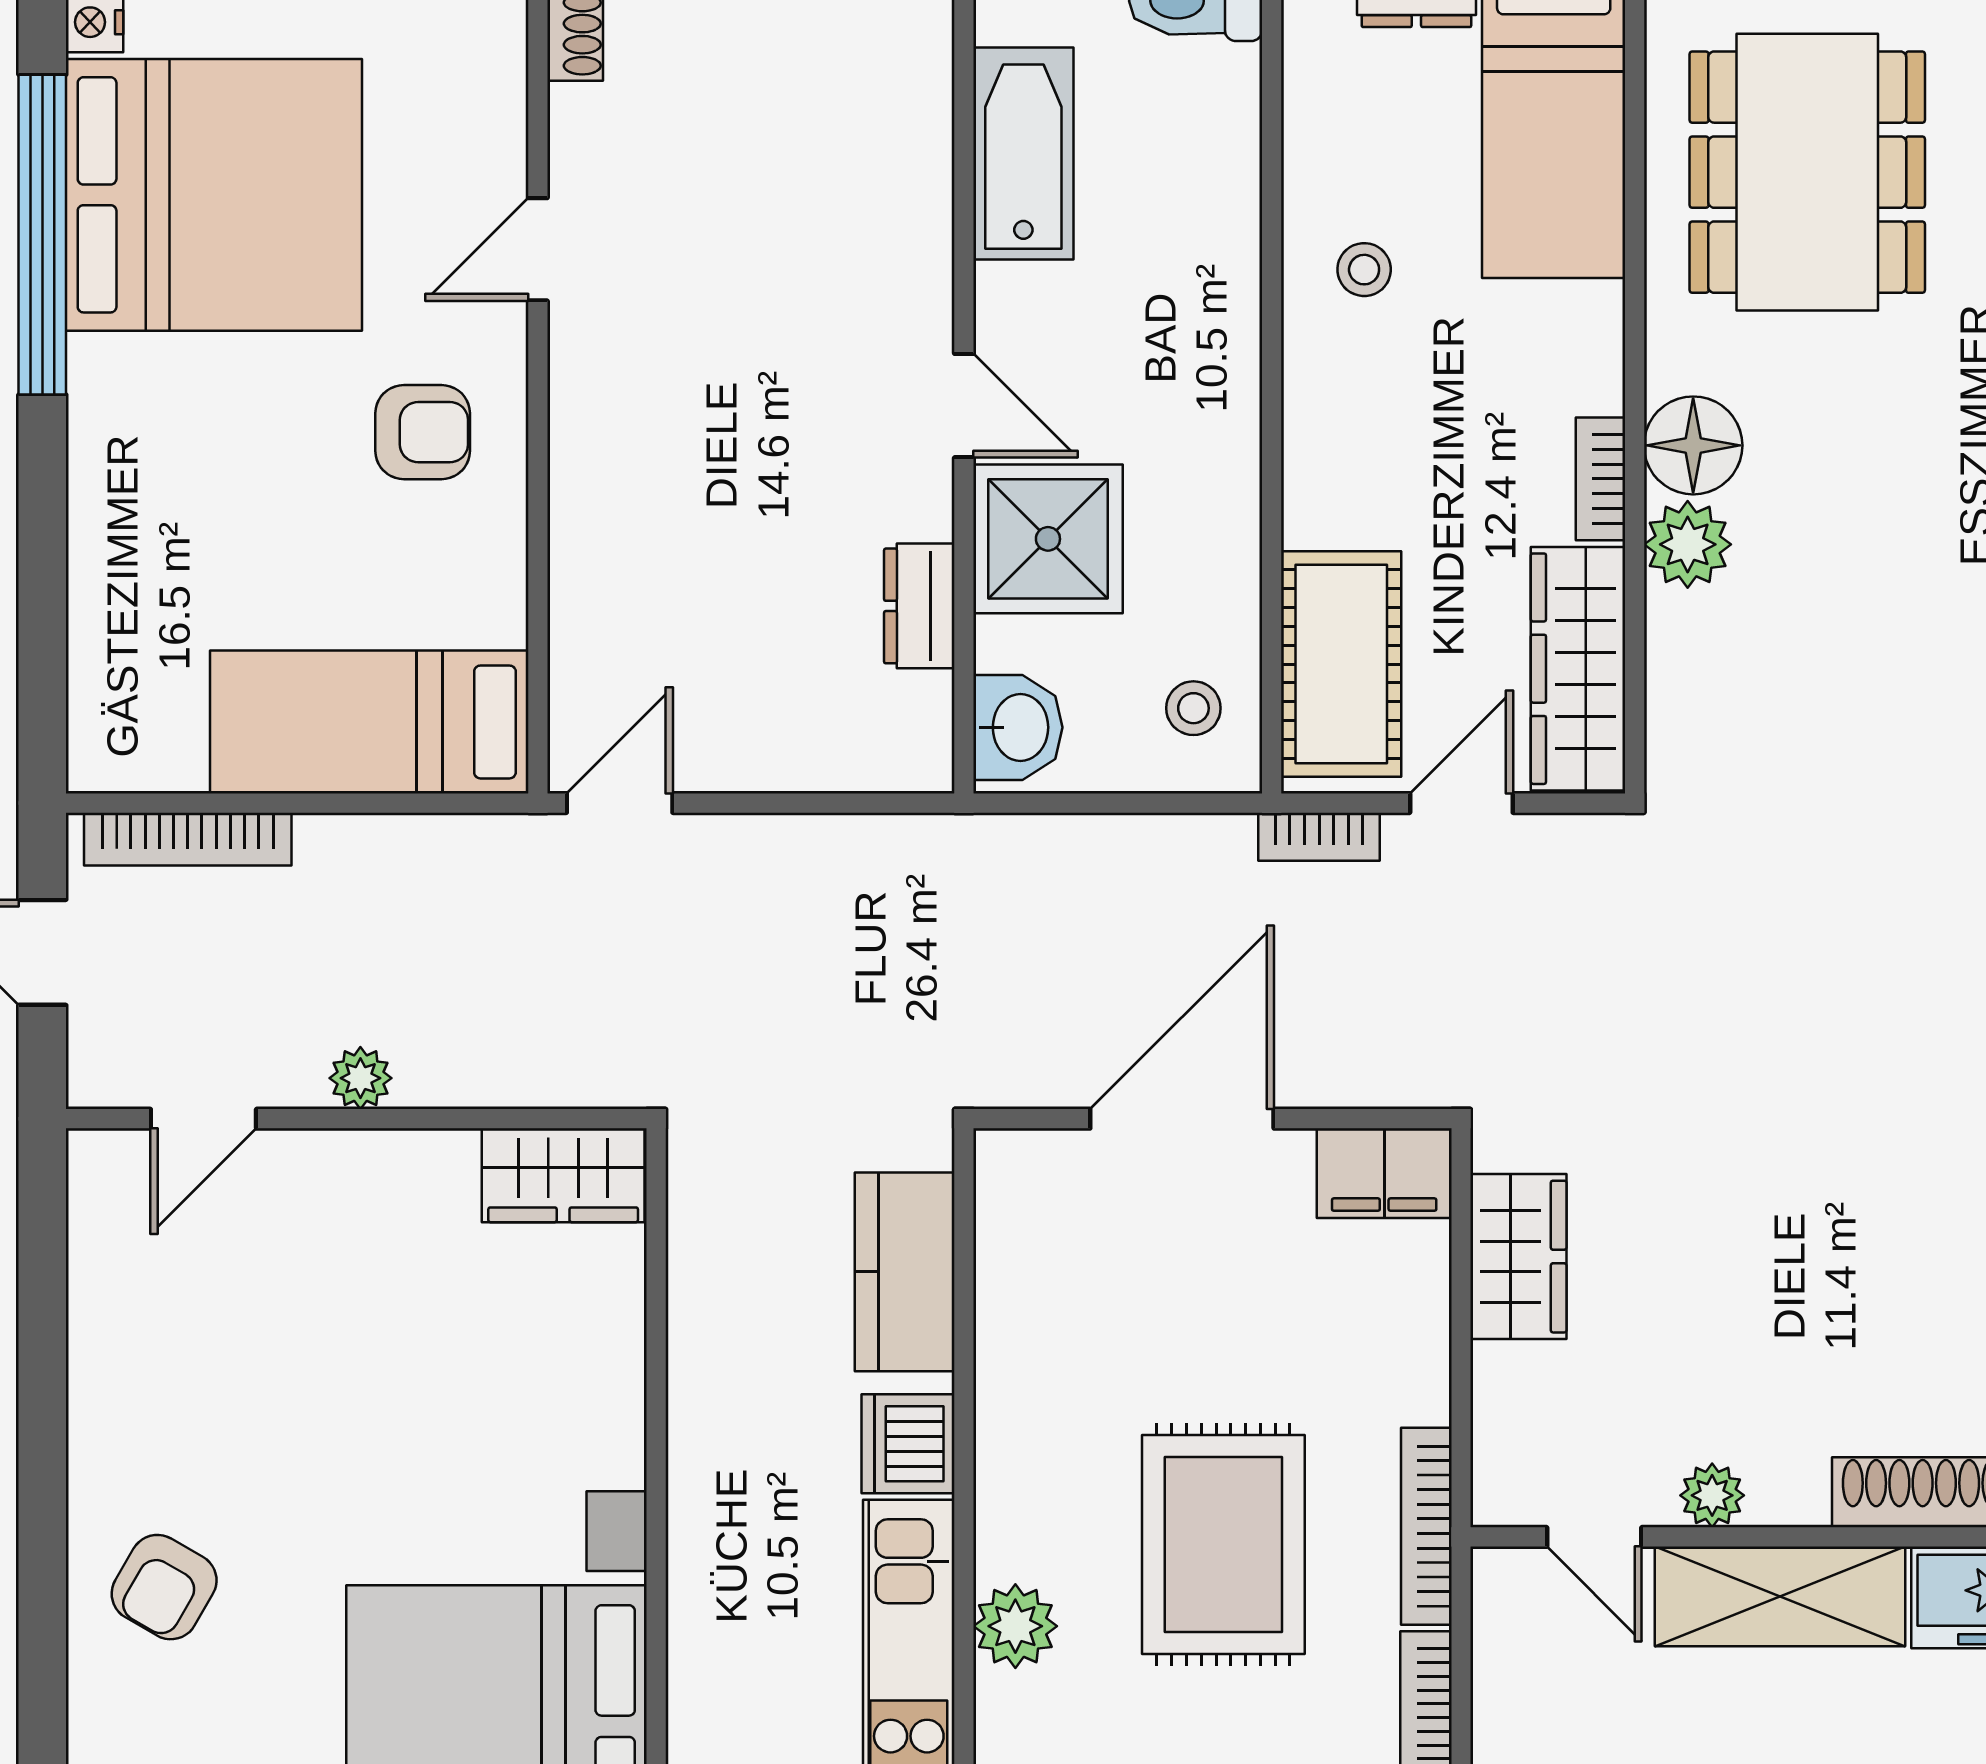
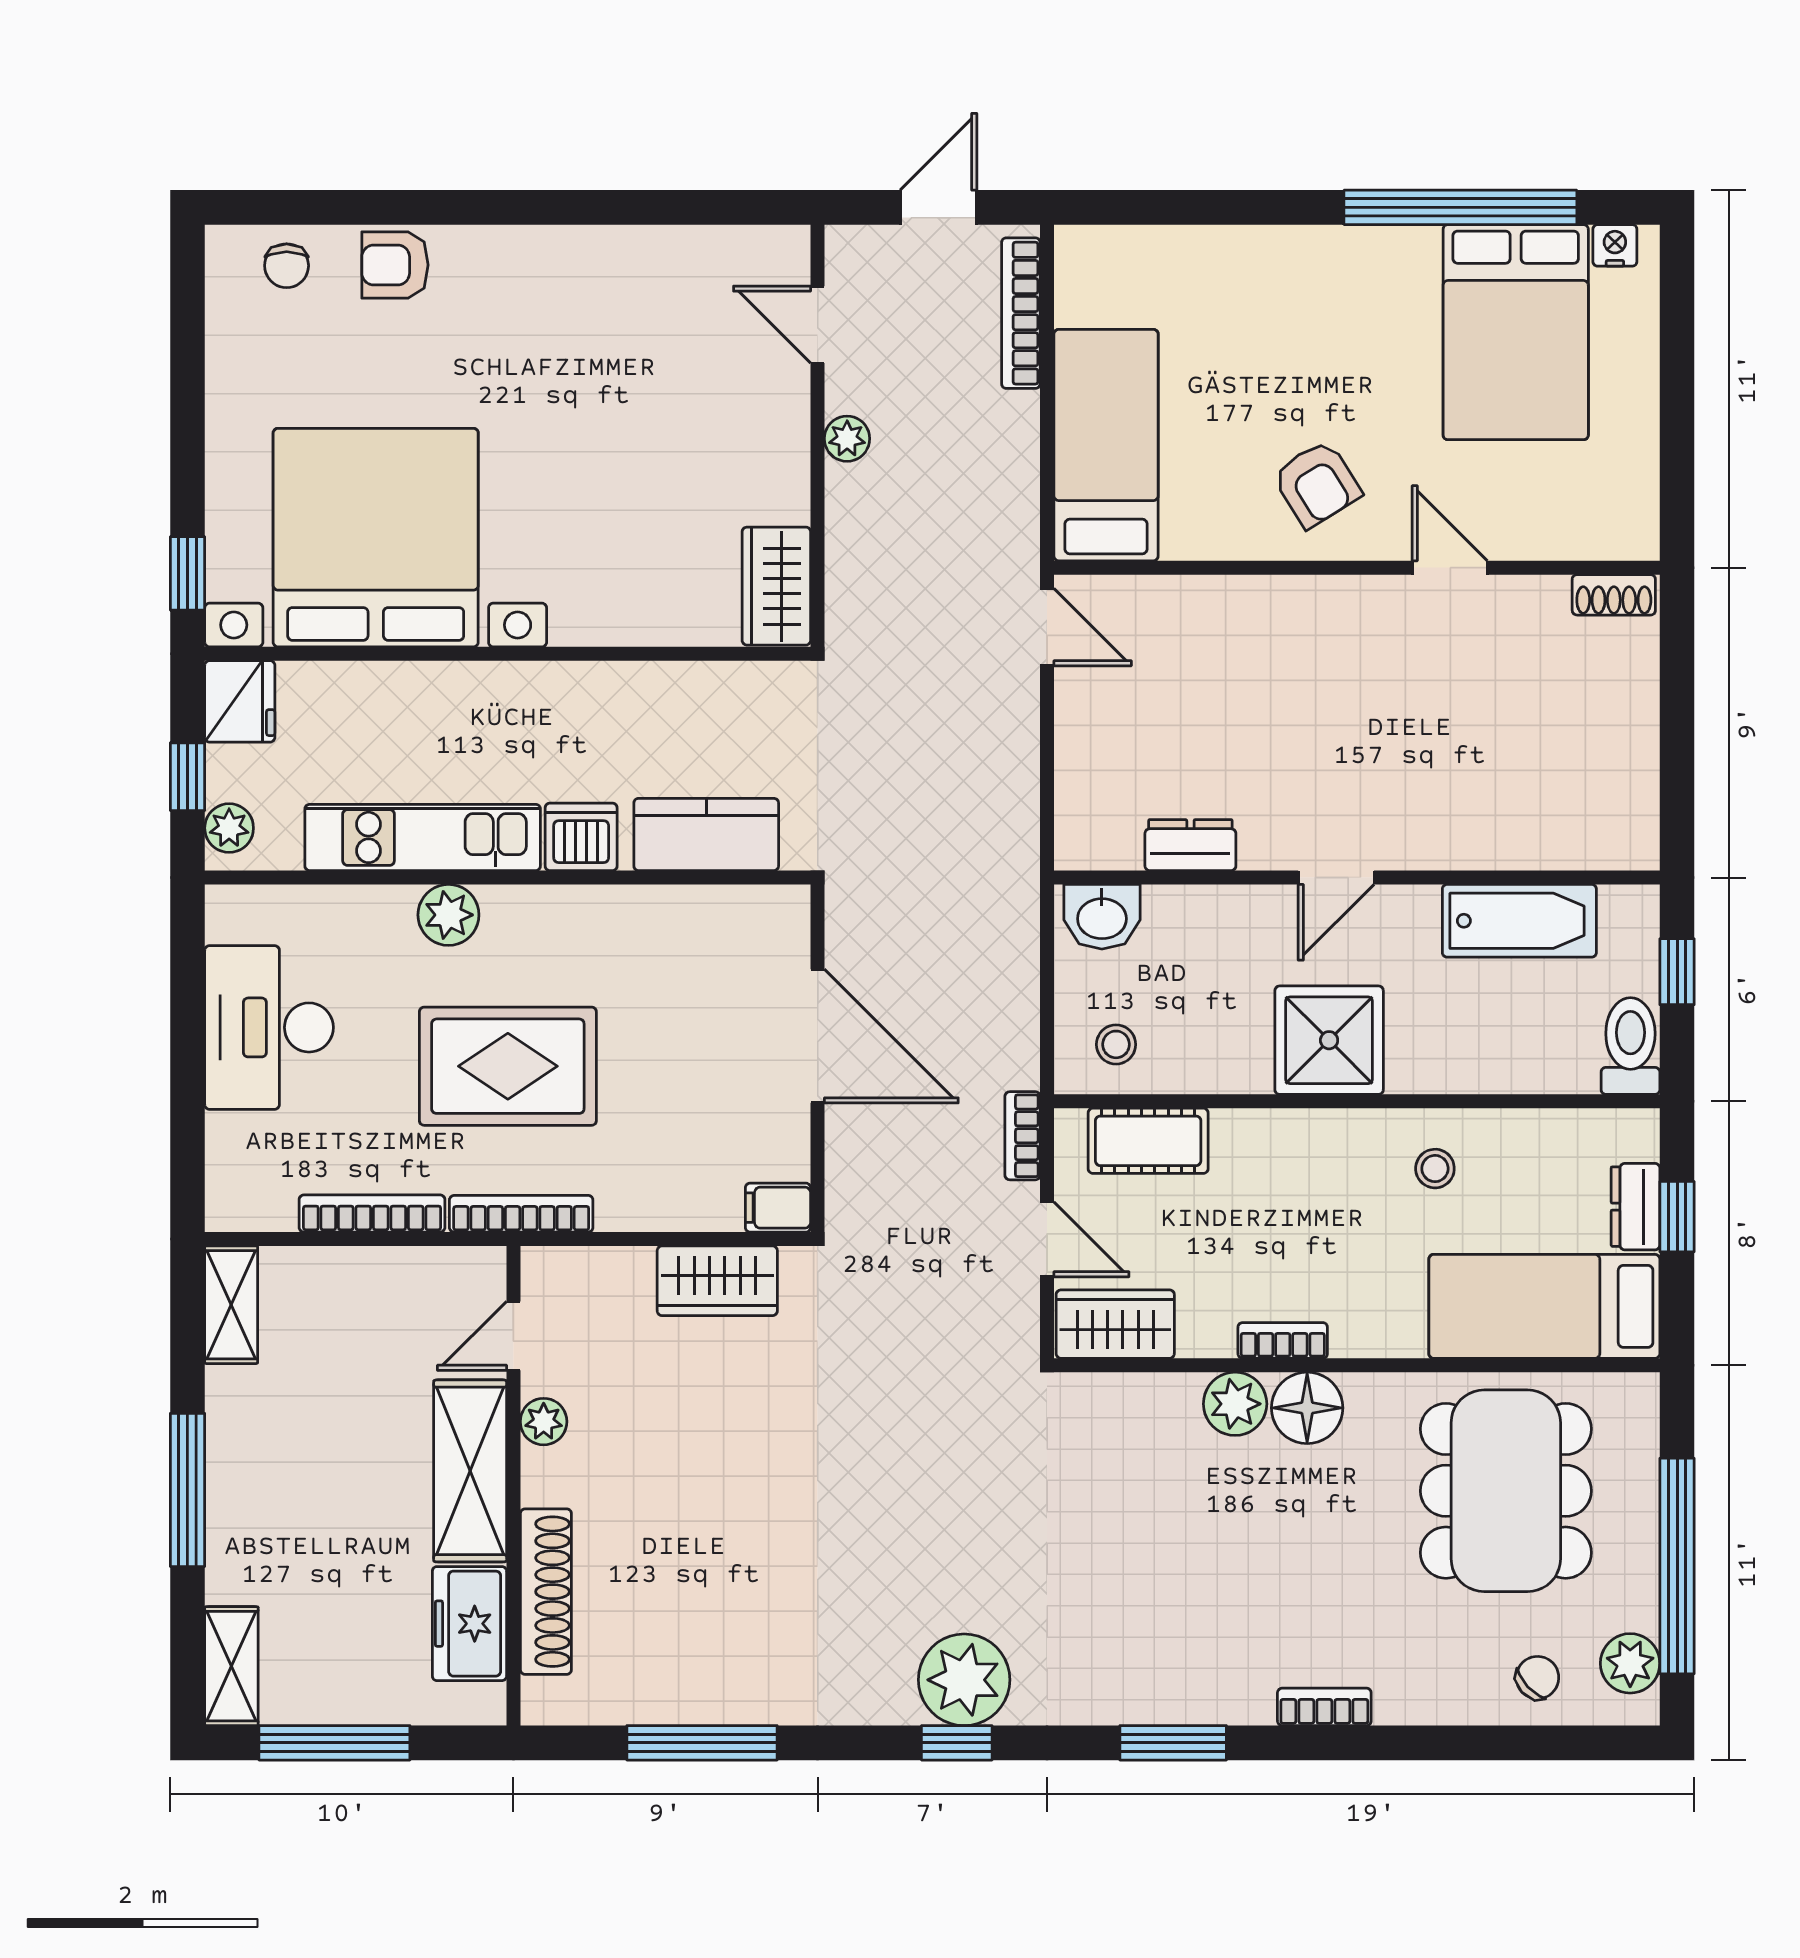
dining table: (1807, 172) -> (1506, 1491), turned 90
bed: (214, 195) -> (1516, 332), width x0.73
armchair: (423, 432) -> (1317, 484), turned -32
shower: (1048, 539) -> (1329, 1040), moved
cot: (1341, 664) -> (1148, 1141), width x0.73, depth x0.75
wardrobe: (1578, 669) -> (1115, 1324), width x0.67
filing cabinet: (1384, 1173) -> (778, 1208), width x0.50
armchair: (164, 1587) -> (395, 265), moved, turned -30

